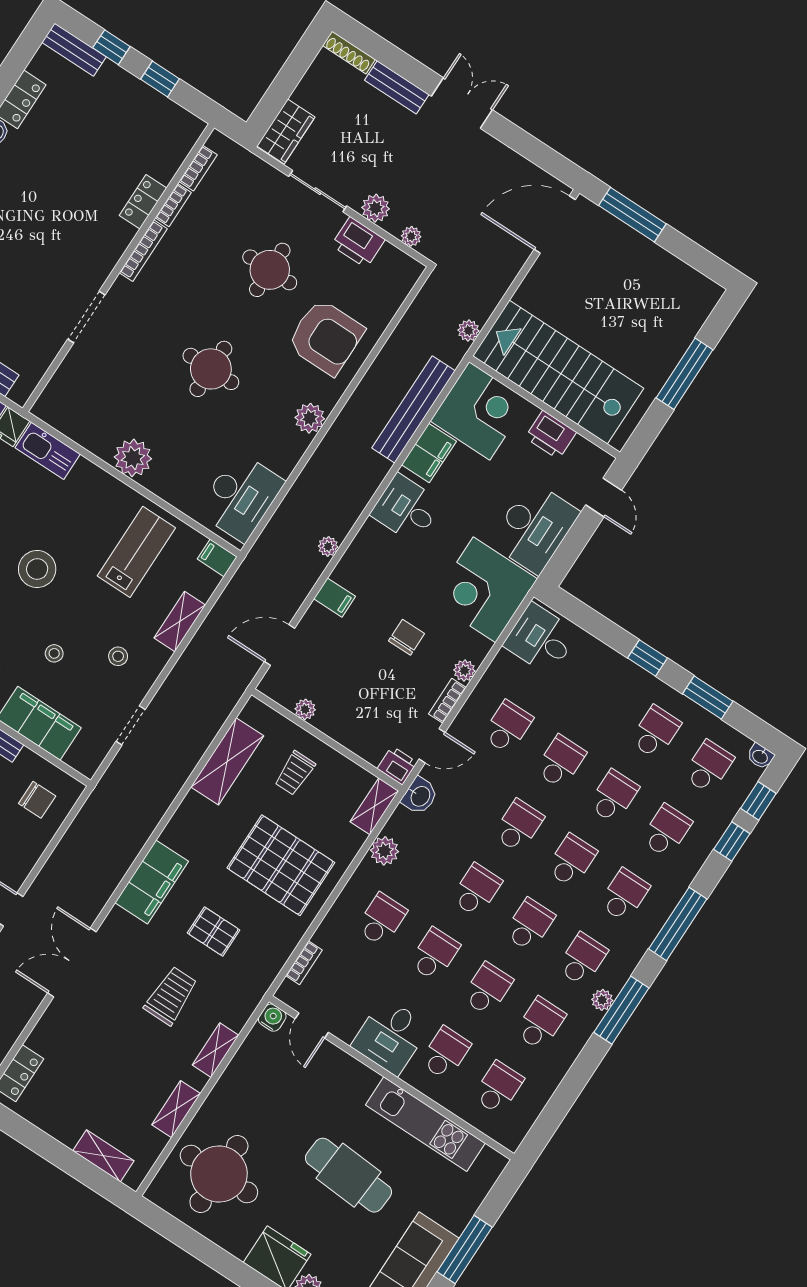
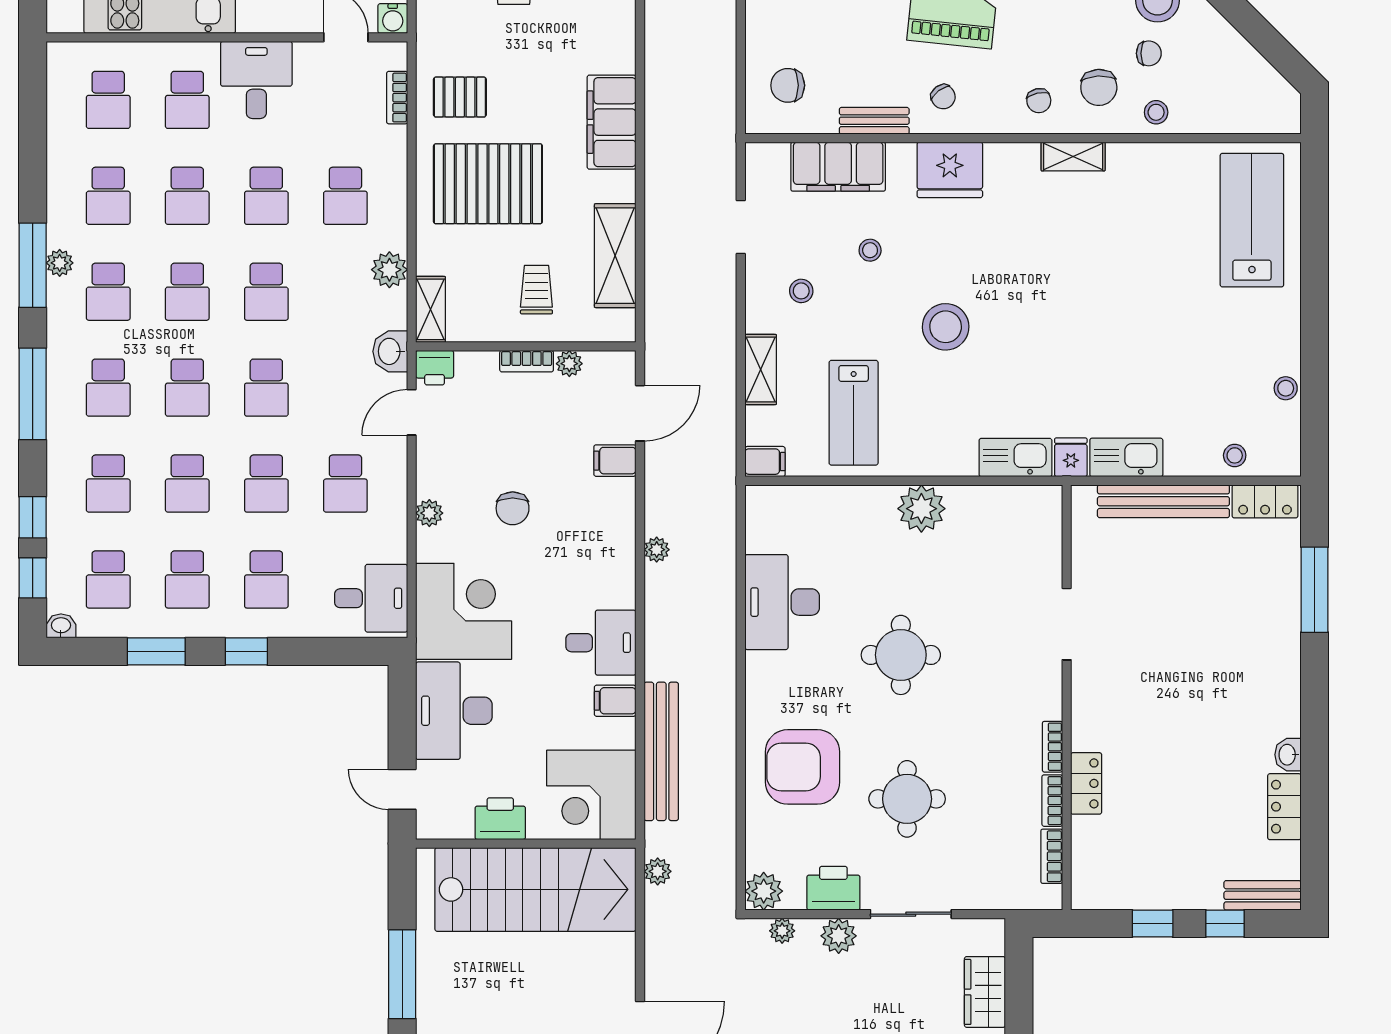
wardrobe: (286, 132) -> (985, 992), moved
bookcase: (143, 251) -> (1052, 747), width x0.64
plant: (310, 418) -> (764, 891), moved
filing cabinet: (429, 453) -> (615, 701), width x0.50
desk: (241, 497) -> (782, 602), moved
filing cabinet: (335, 598) -> (615, 461), moved
school desk: (603, 697) -> (266, 579), added
bookcase: (447, 701) -> (527, 361), moved, turned 90
filing cabinet: (152, 882) -> (612, 122), moved
pallet: (214, 932) -> (460, 97), moved

